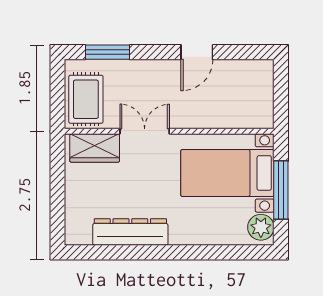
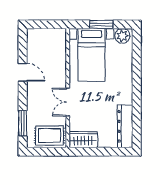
wardrobe: (95, 148) -> (83, 140), moved, turned -90
window: (281, 190) -> (101, 24), width x0.69
dresser: (130, 232) -> (125, 126), moved

